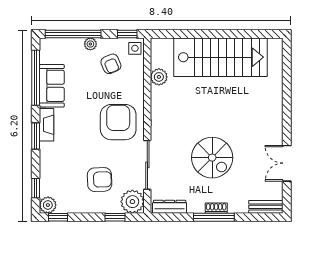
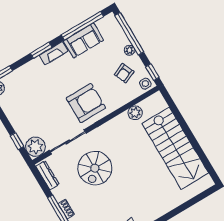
spiral stairs: (212, 158) -> (95, 168), moved
armchair: (100, 180) -> (37, 114), removed

